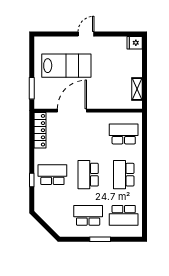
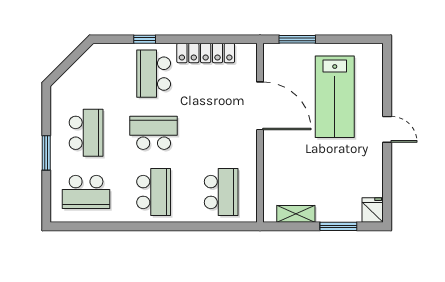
window: (144, 63) -> (338, 226), added
locker: (40, 130) -> (206, 53), moved
school desk: (52, 175) -> (154, 74), turned 180
school desk: (124, 175) -> (154, 192), turned 90
school desk: (124, 215) -> (86, 192), turned -90

